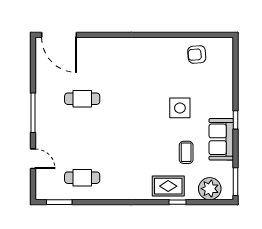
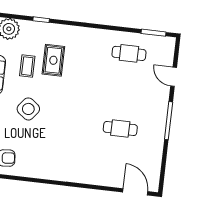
door: (59, 35) -> (135, 192), width x0.73
side table: (180, 108) -> (28, 109), turned 38
rug: (168, 186) -> (53, 60), moved, turned 90

